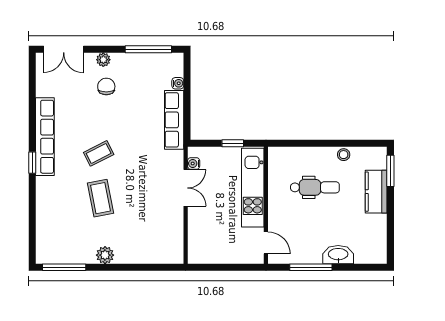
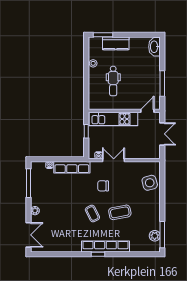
chair: (106, 86) -> (103, 186), moved
row of seats: (45, 137) -> (105, 246), moved
dental chair: (315, 187) -> (113, 81), turned 180
side table: (149, 247) -> (150, 183), added
plant: (105, 255) -> (155, 236), moved
washbasin: (338, 255) -> (154, 47), moved
double door: (228, 267) -> (162, 134), added

